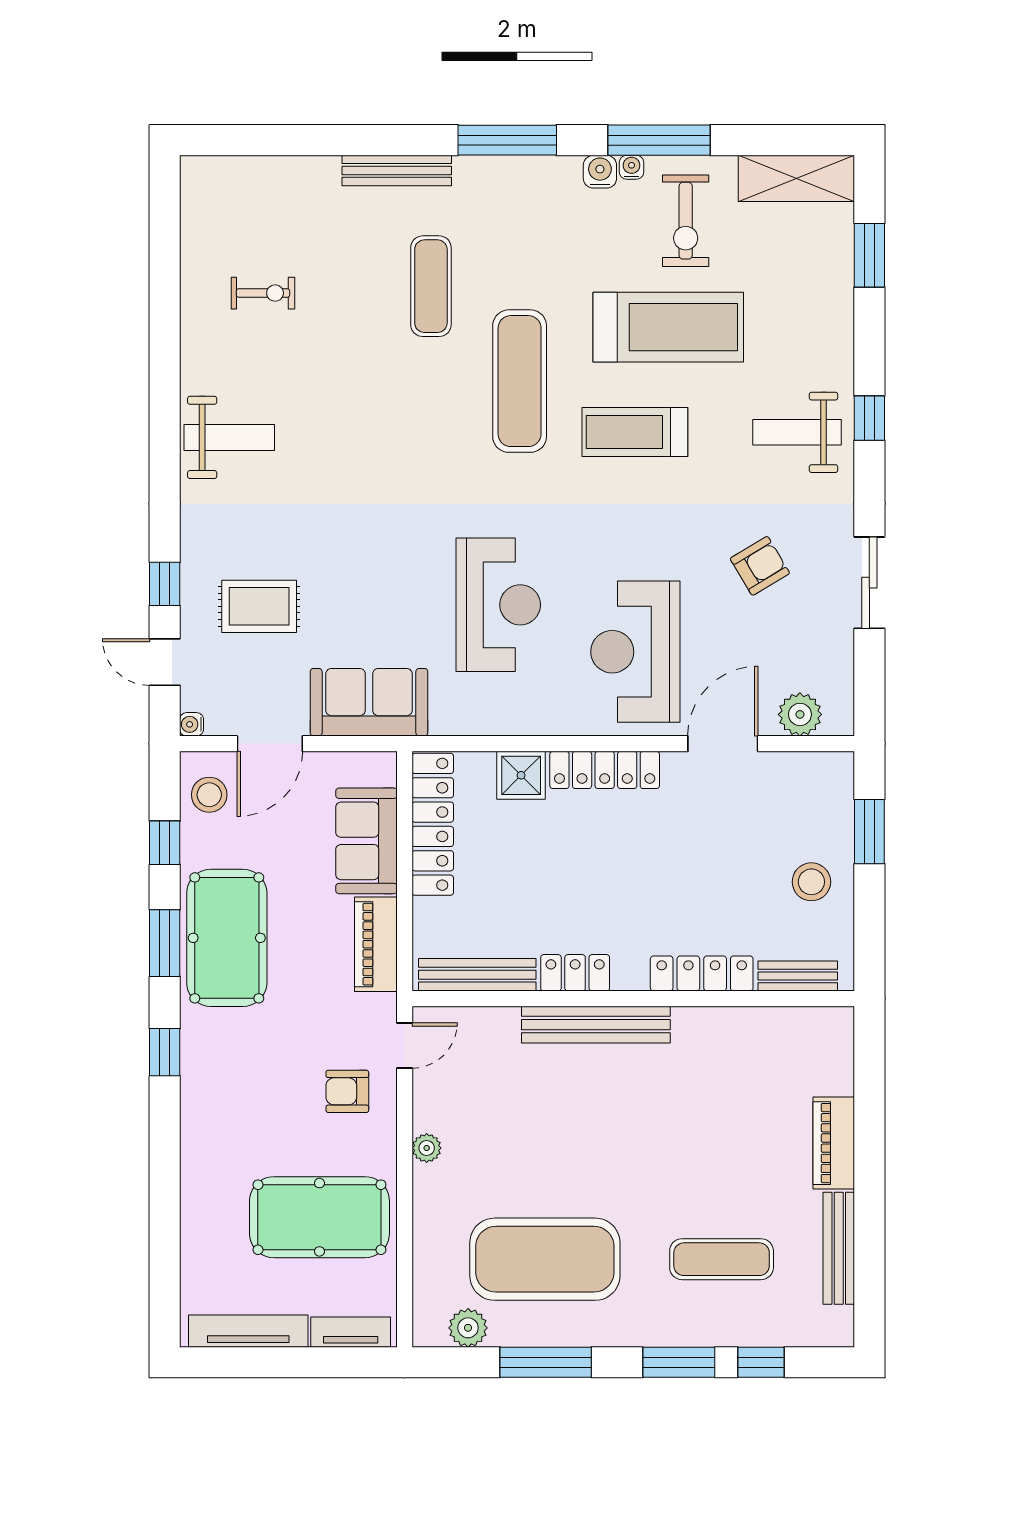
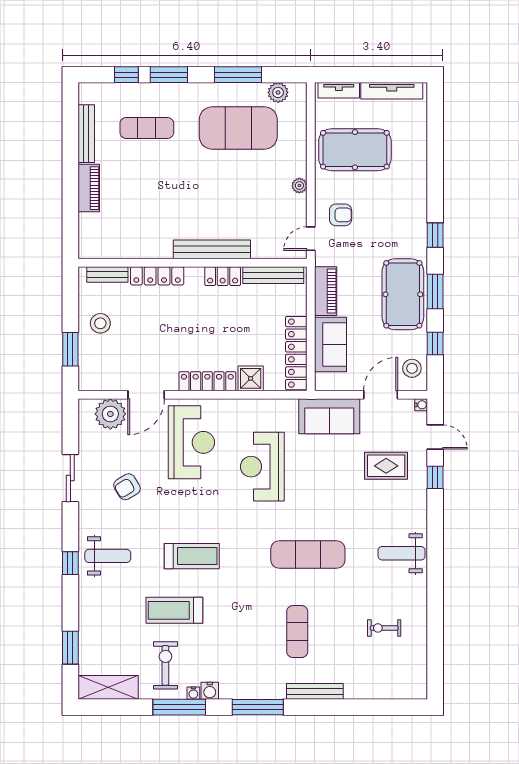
treadmill: (668, 327) -> (174, 610), width x0.73, depth x0.73
exercise mat: (520, 381) -> (308, 555), moved, turned 90
plant: (800, 714) -> (110, 414), width x1.36, depth x1.36

